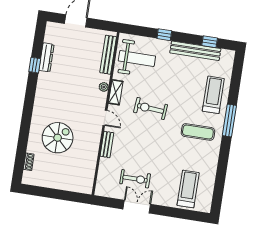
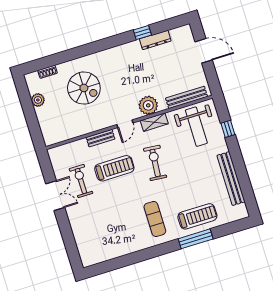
window: (164, 35) -> (228, 129), moved
window: (210, 42) -> (246, 188), removed
plant: (104, 87) -> (148, 105), width x1.88, depth x1.88
window: (229, 121) -> (196, 239), moved
exercise bike: (135, 179) -> (81, 181), turned 180
plant: (49, 182) -> (38, 100), added
treadmill: (188, 189) -> (114, 168), moved

